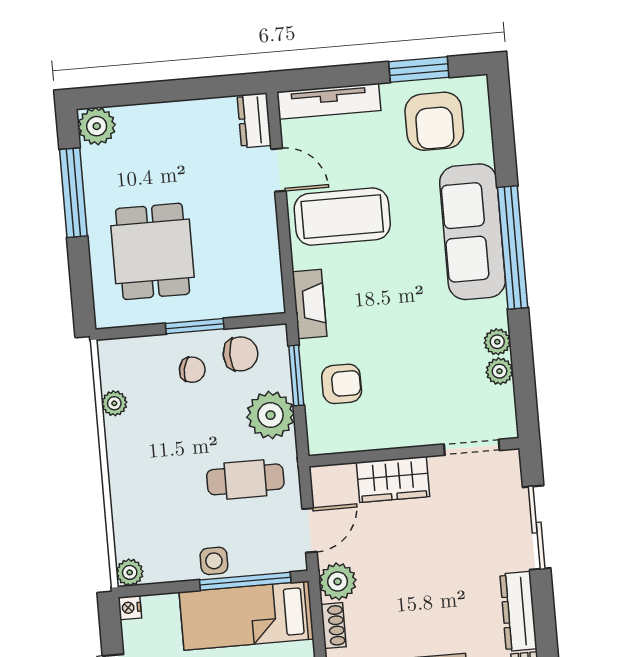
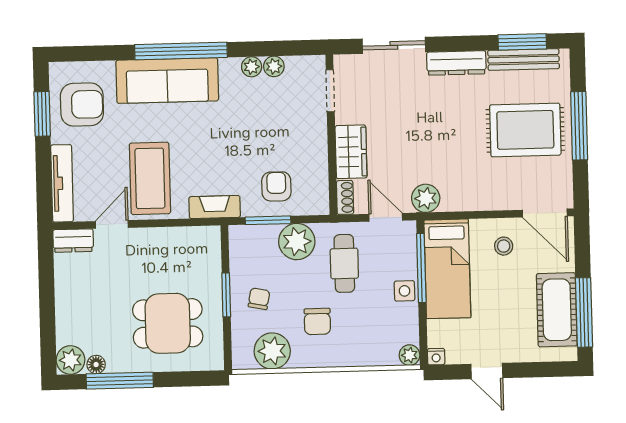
floor lamp: (93, 160) -> (96, 364), added
chair: (241, 354) -> (317, 321), moved, turned 180
plant: (114, 403) -> (272, 351), width x1.87, depth x1.87
shoe rack: (334, 626) -> (345, 197), moved, turned 90

